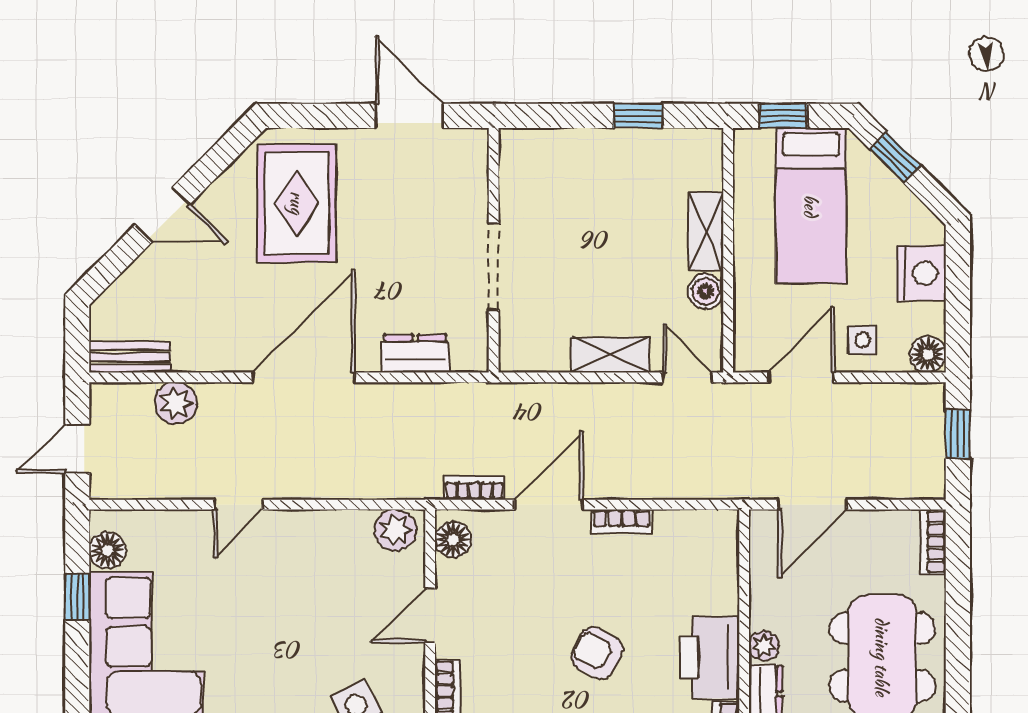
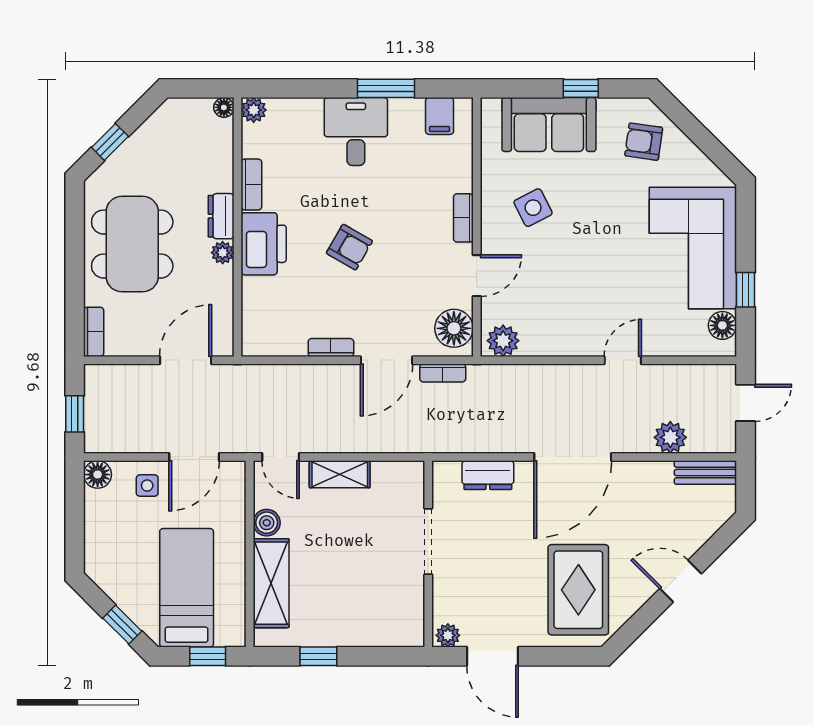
plant: (468, 143) -> (448, 635), added
shelving: (706, 231) -> (271, 583), width x1.50, depth x1.33
nightstand: (921, 273) -> (102, 536), removed
floor lamp: (453, 540) -> (454, 328), width x1.38, depth x1.38

